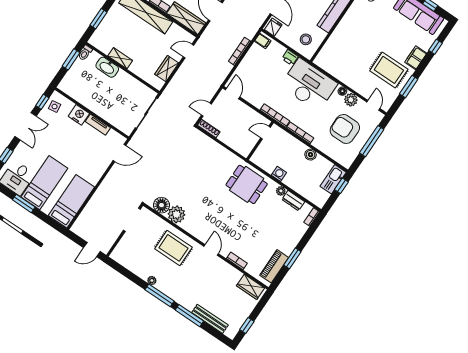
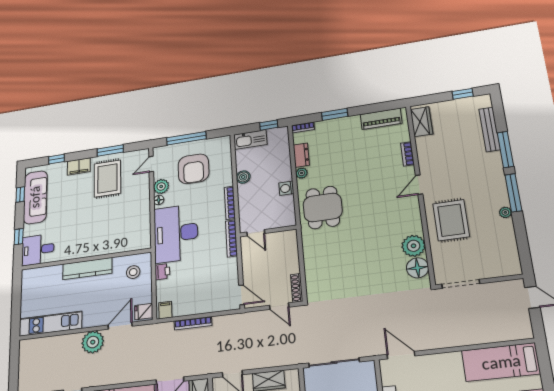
door: (233, 93) -> (242, 295), swing flipped
window: (341, 186) -> (269, 125), moved
window: (292, 258) -> (335, 114), moved

